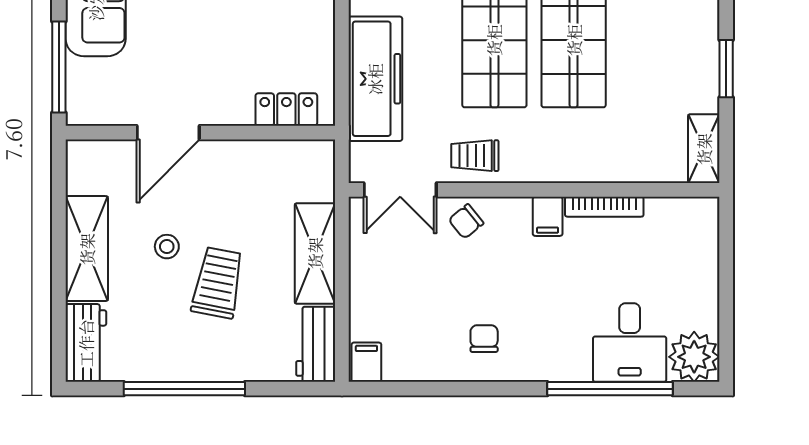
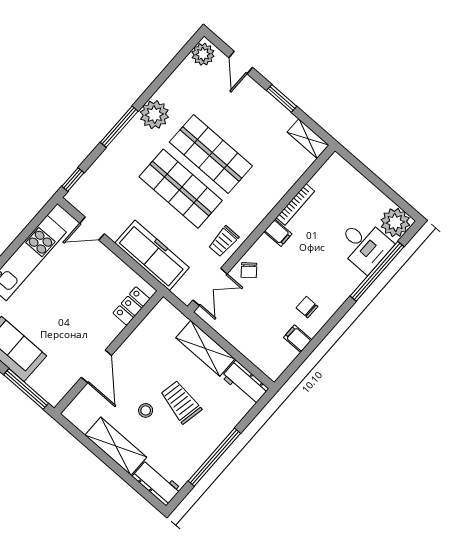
filing cabinet: (366, 362) -> (298, 339), moved

